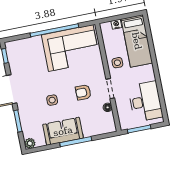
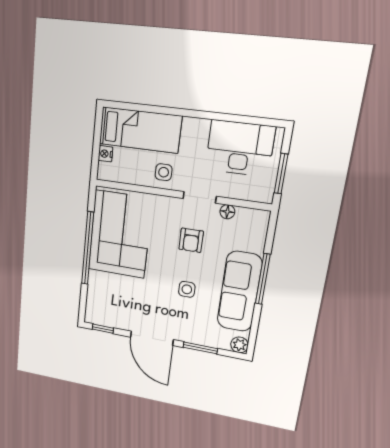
sofa: (63, 131) -> (239, 292), width x1.36

